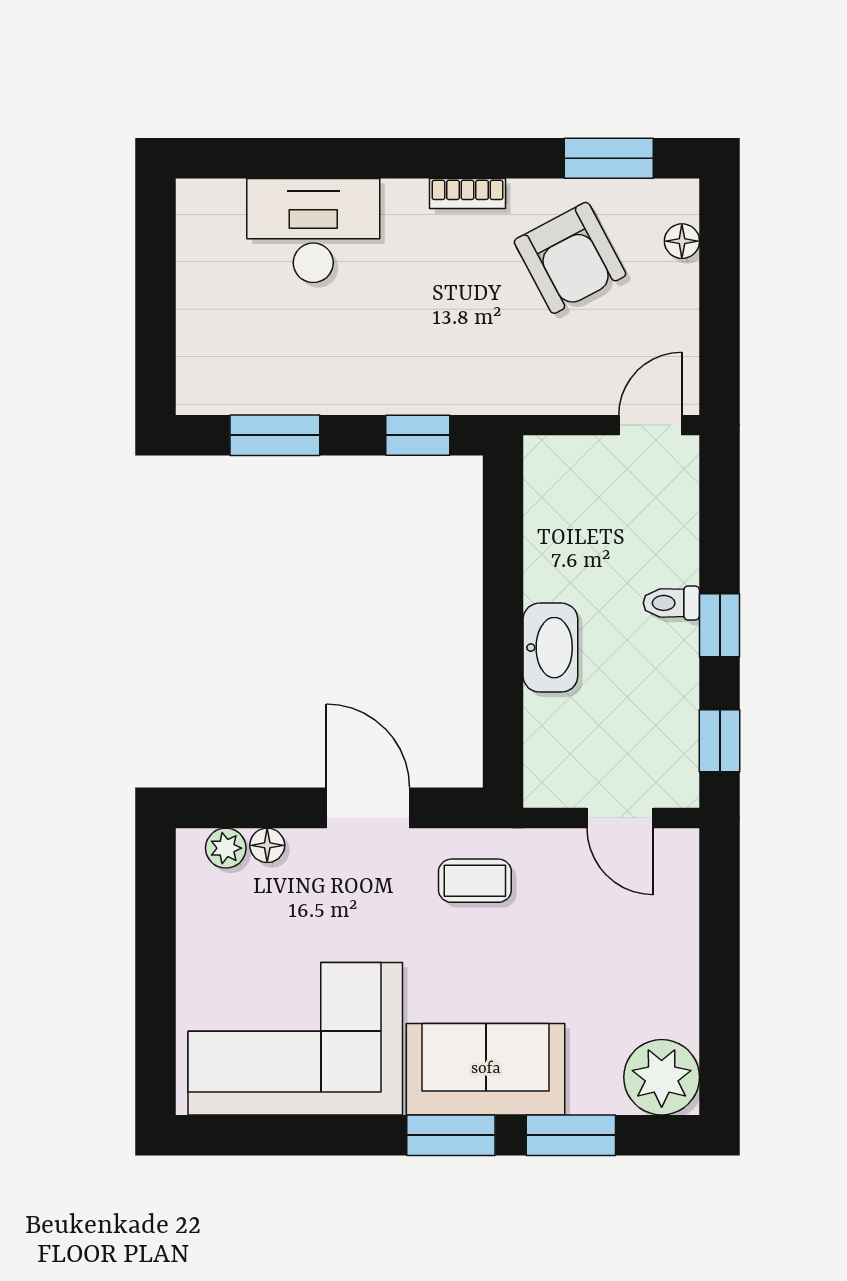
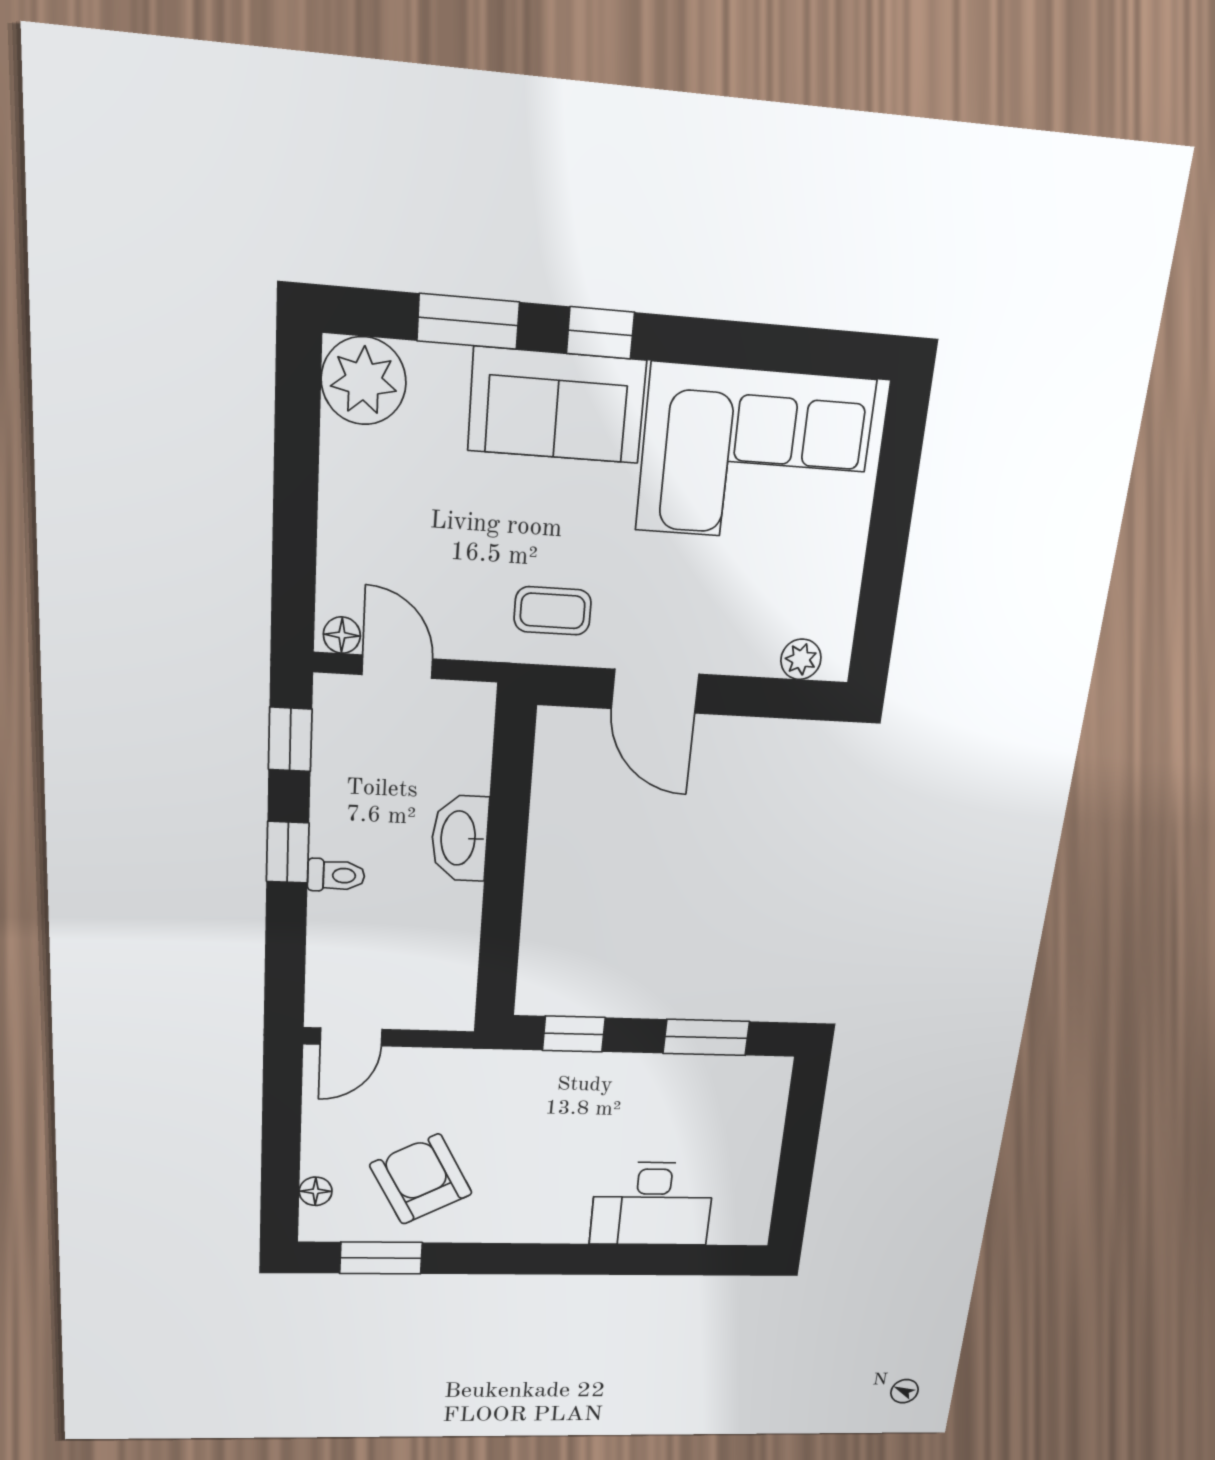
bookcase: (468, 194) -> (511, 1231), removed
floor lamp: (267, 845) -> (342, 635), moved
window: (451, 1135) -> (600, 333), width x0.67

